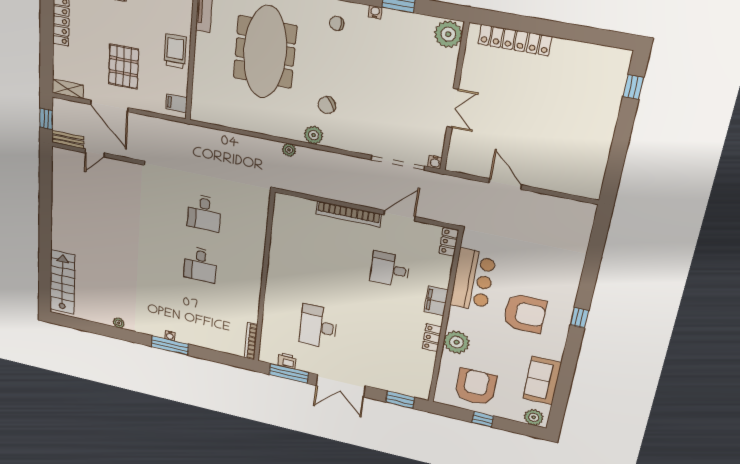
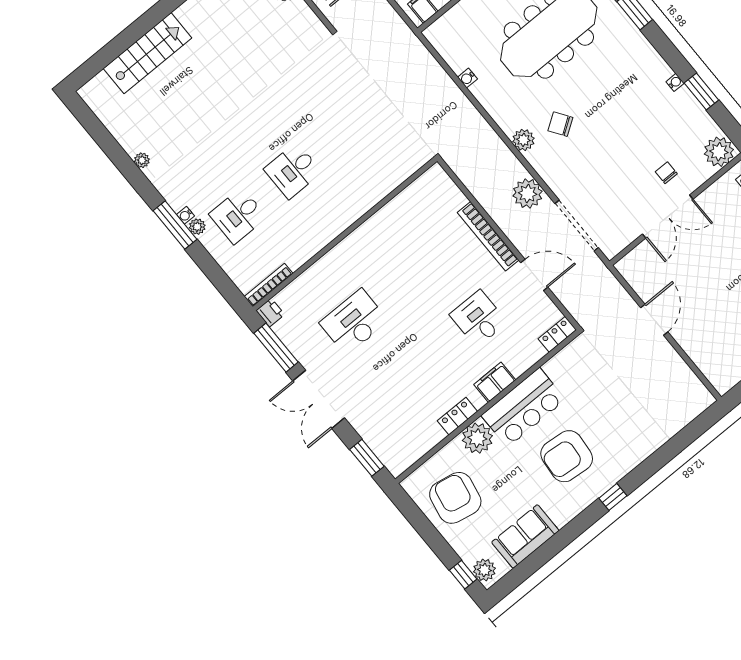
chair: (337, 24) -> (666, 173), moved
double door: (453, 108) -> (668, 217), width x1.37
plant: (289, 150) -> (528, 194), moved, width x1.88, depth x1.88
water cooler: (435, 162) -> (467, 78), moved
desk: (204, 213) -> (238, 216), moved
bar counter: (473, 280) -> (523, 407), moved
stairs: (62, 282) -> (148, 53), moved
armchair: (525, 314) -> (567, 456), turned 95
plant: (182, 337) -> (197, 227), added
printer: (287, 361) -> (270, 313), moved
armchair: (476, 387) -> (455, 498), turned -79
window: (483, 419) -> (463, 575), moved

